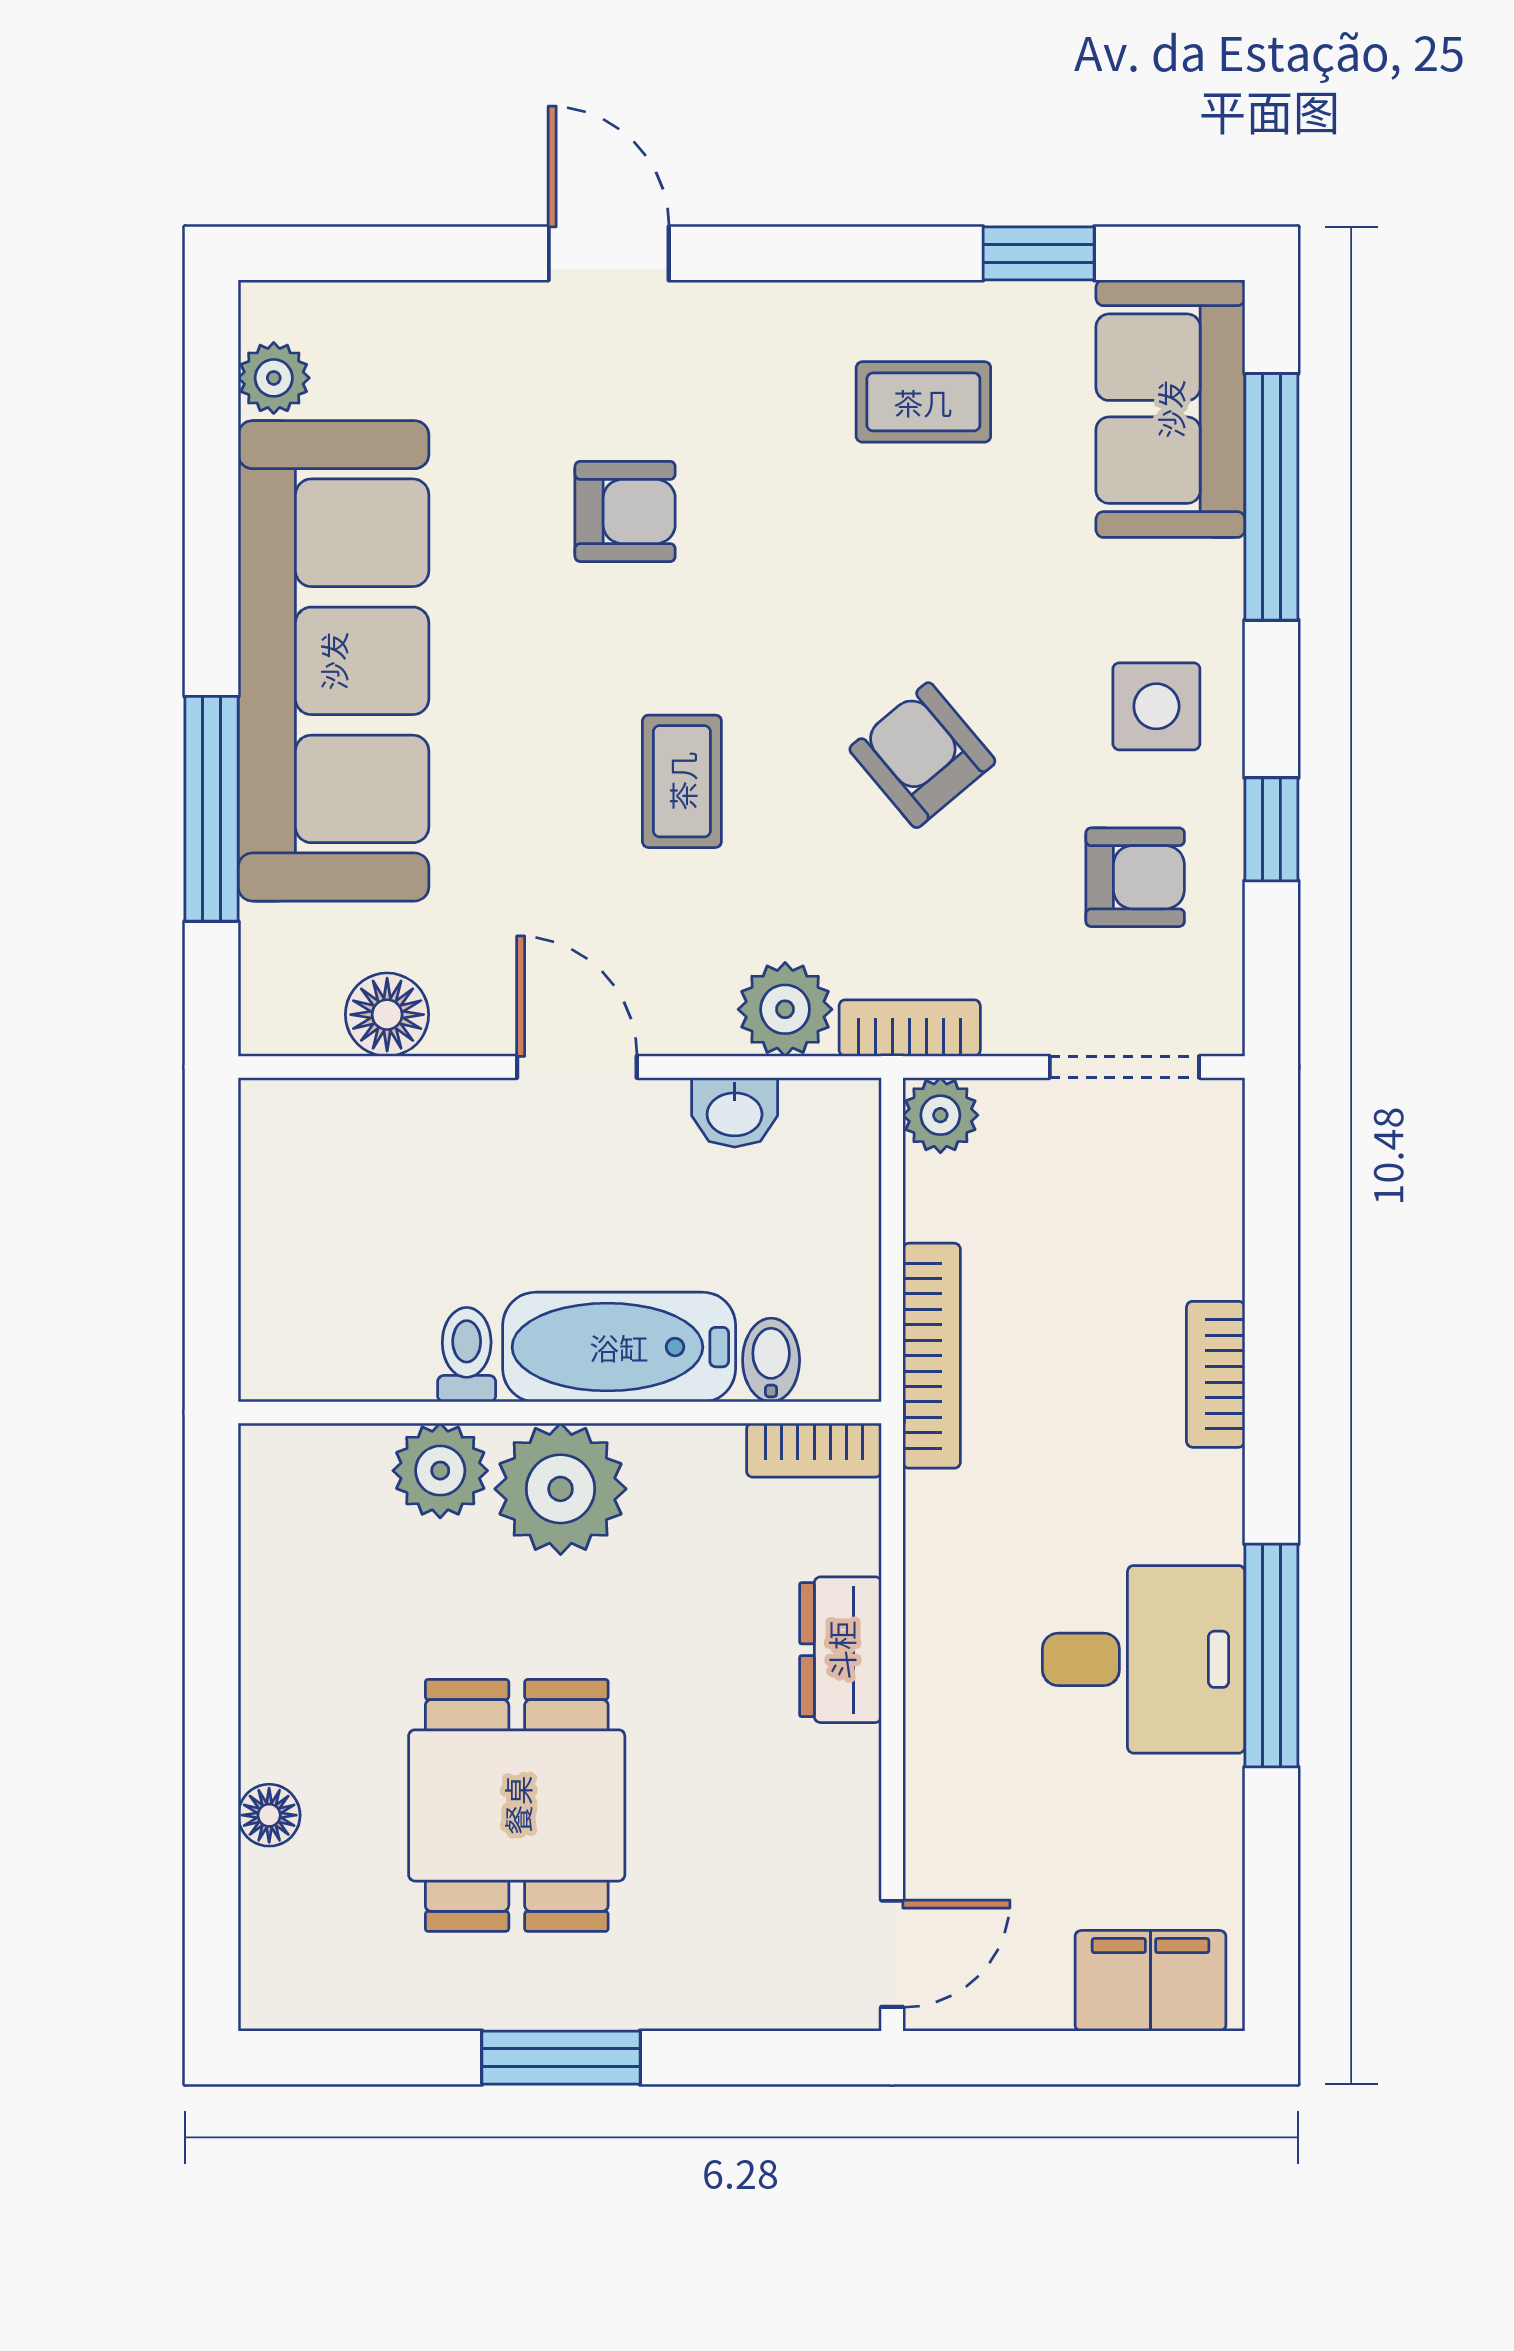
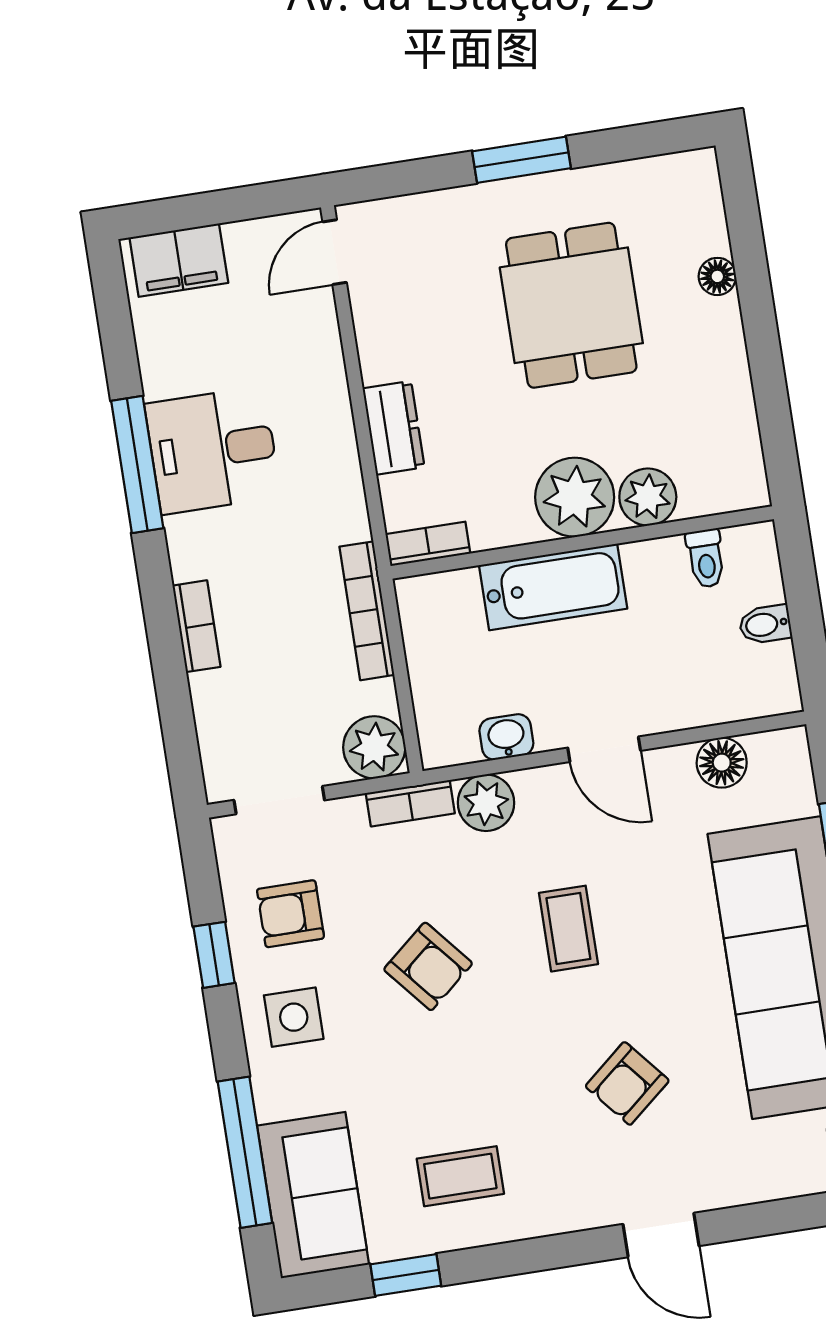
armchair: (625, 511) -> (627, 1083), turned -40
plant: (940, 1115) -> (374, 747), width x1.38, depth x1.38
toilet: (467, 1355) -> (706, 558), moved
bidet: (771, 1360) -> (765, 624), moved, turned 90

